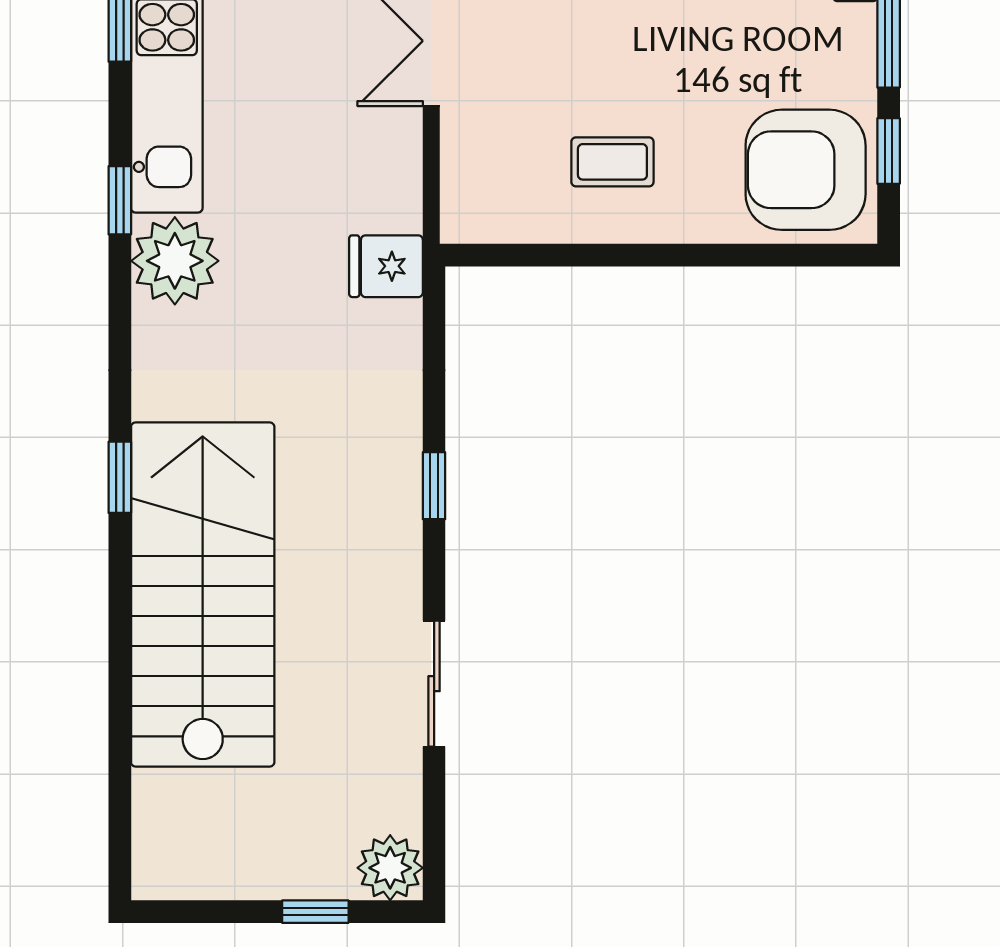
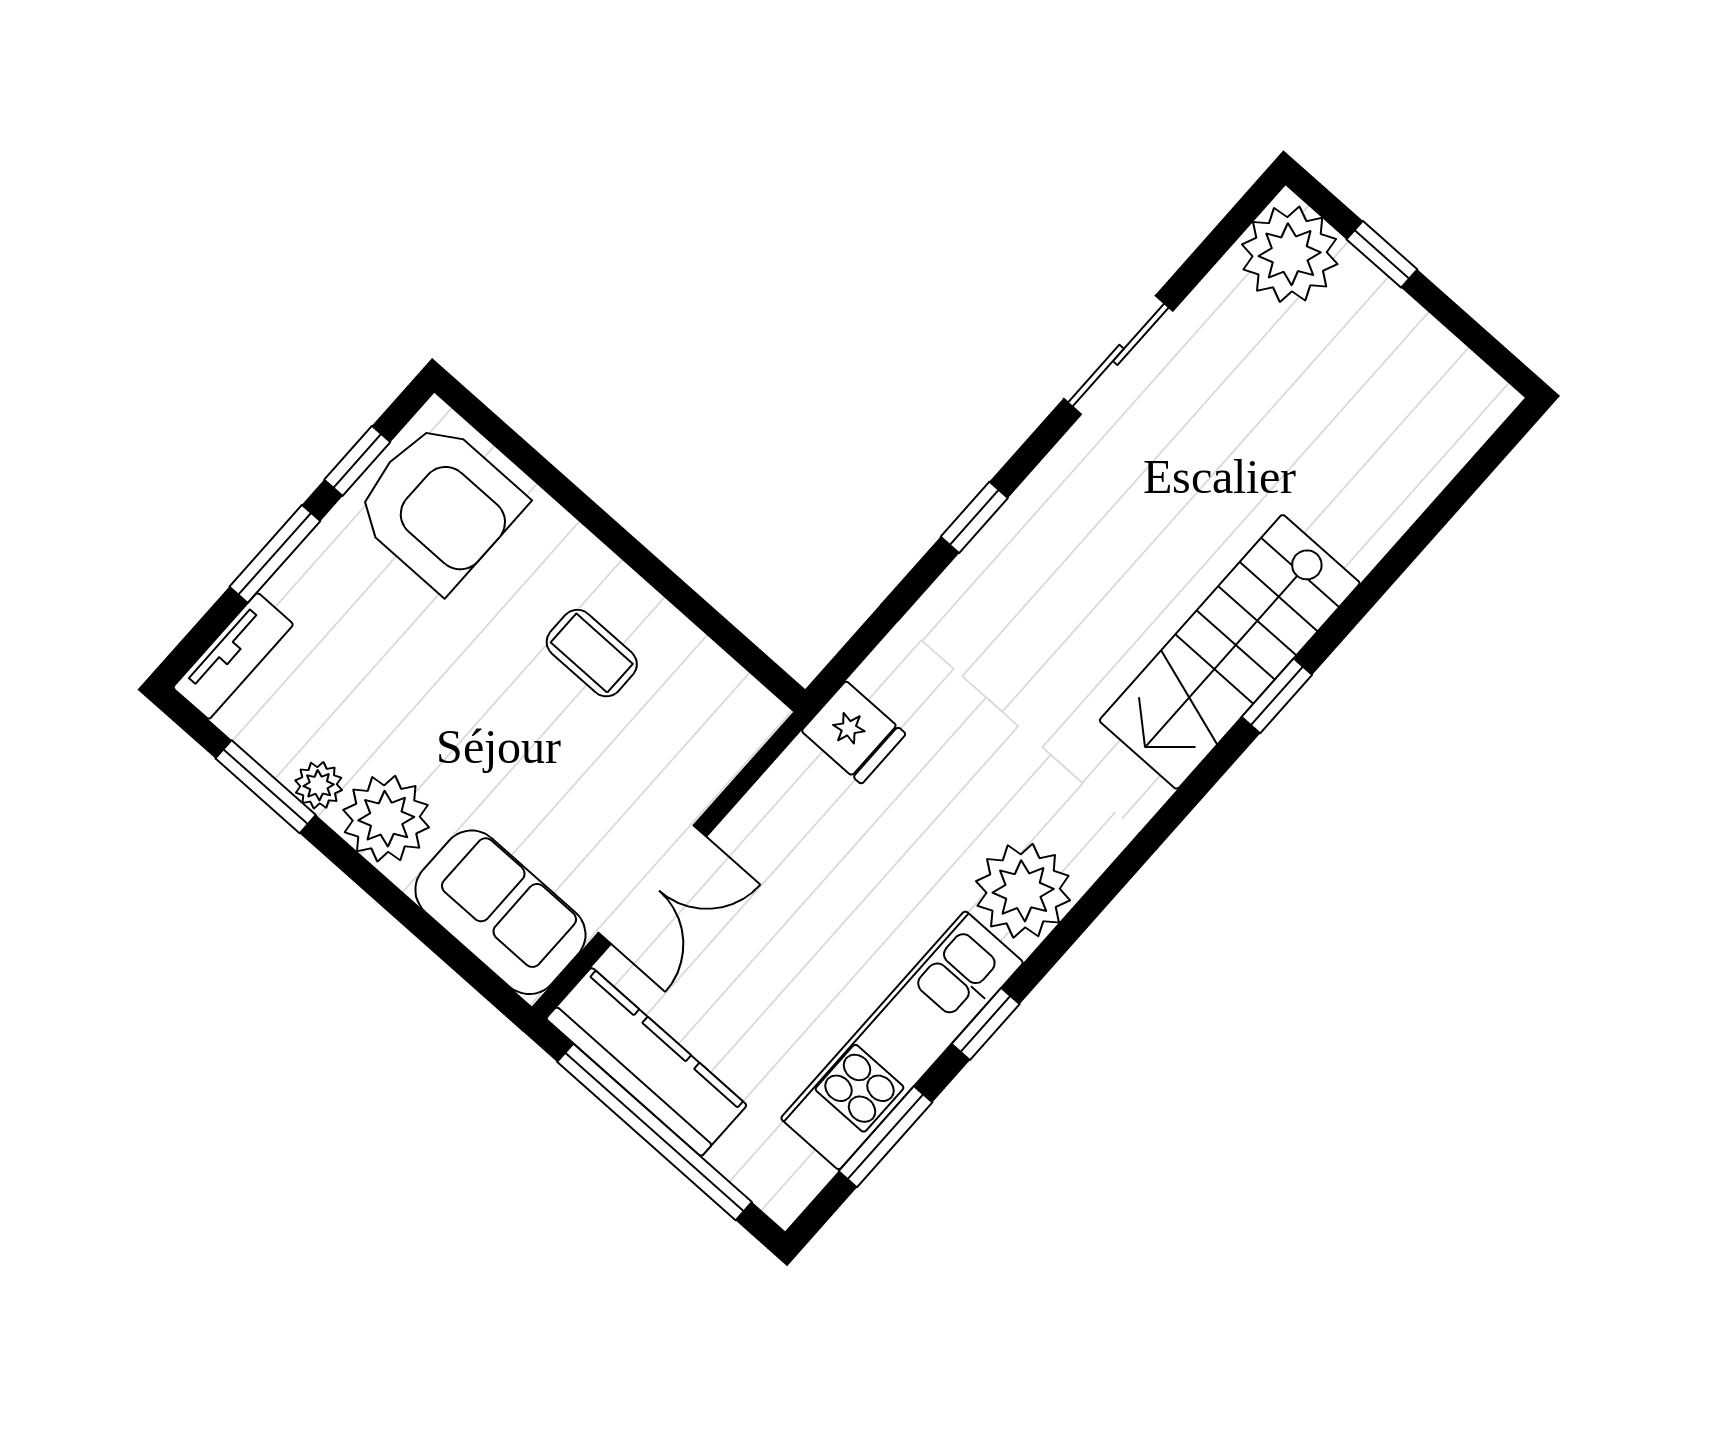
window: (120, 200) -> (986, 1024), moved
window: (120, 477) -> (1277, 696), moved
stairs: (203, 595) -> (1230, 652), width x0.73, depth x0.66
plant: (390, 868) -> (1290, 254), width x1.36, depth x1.36

